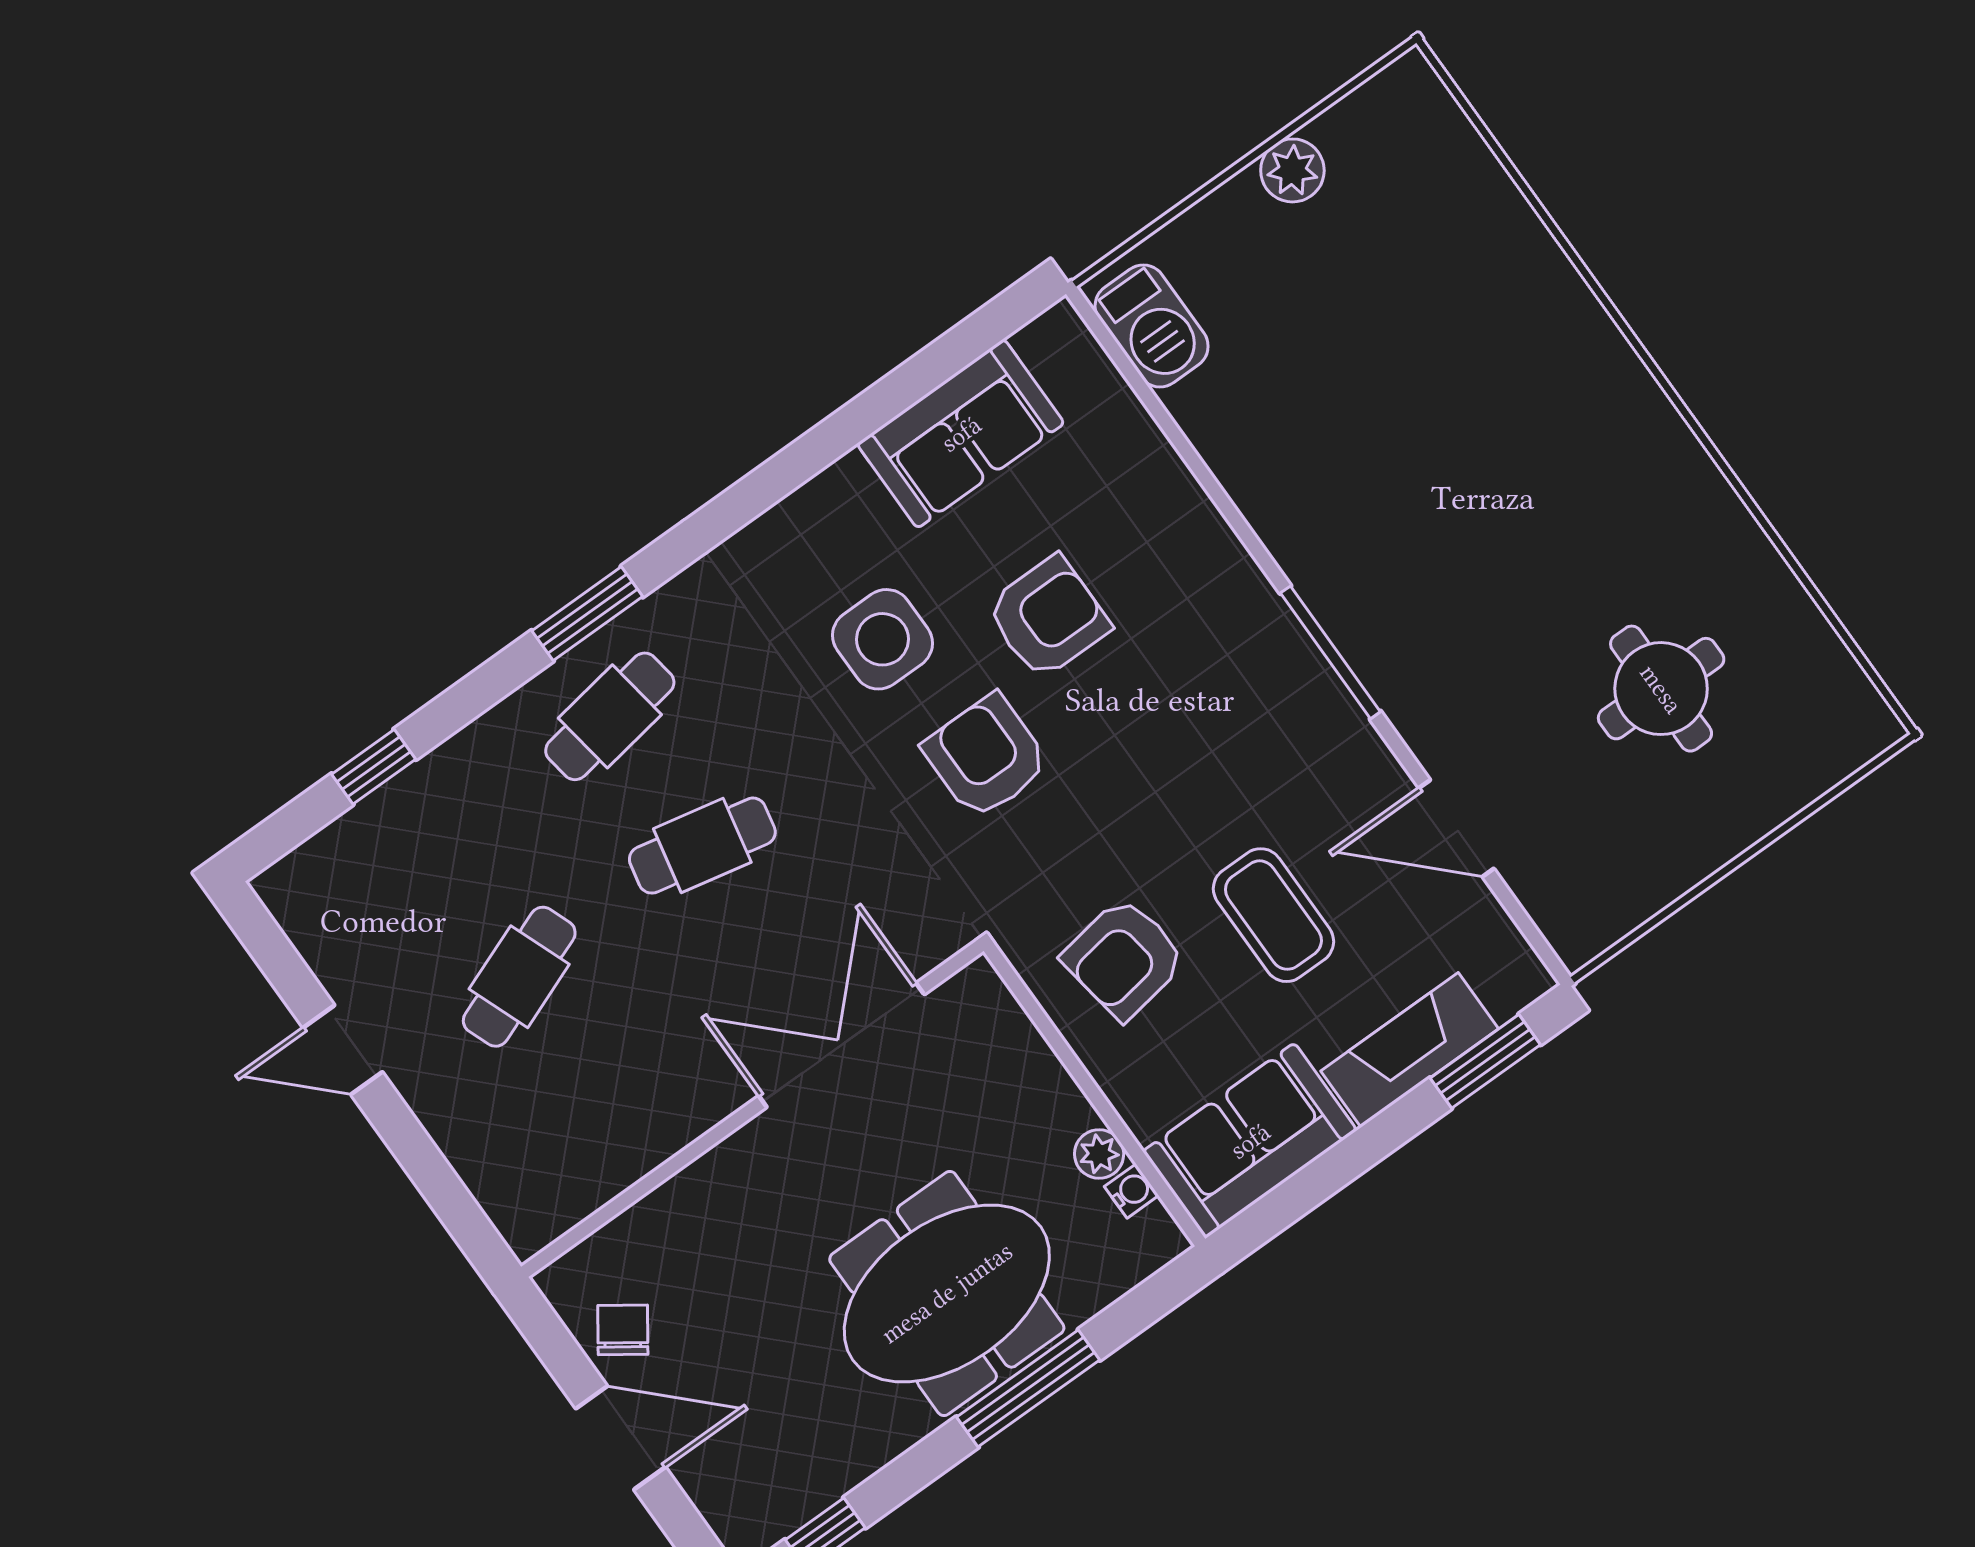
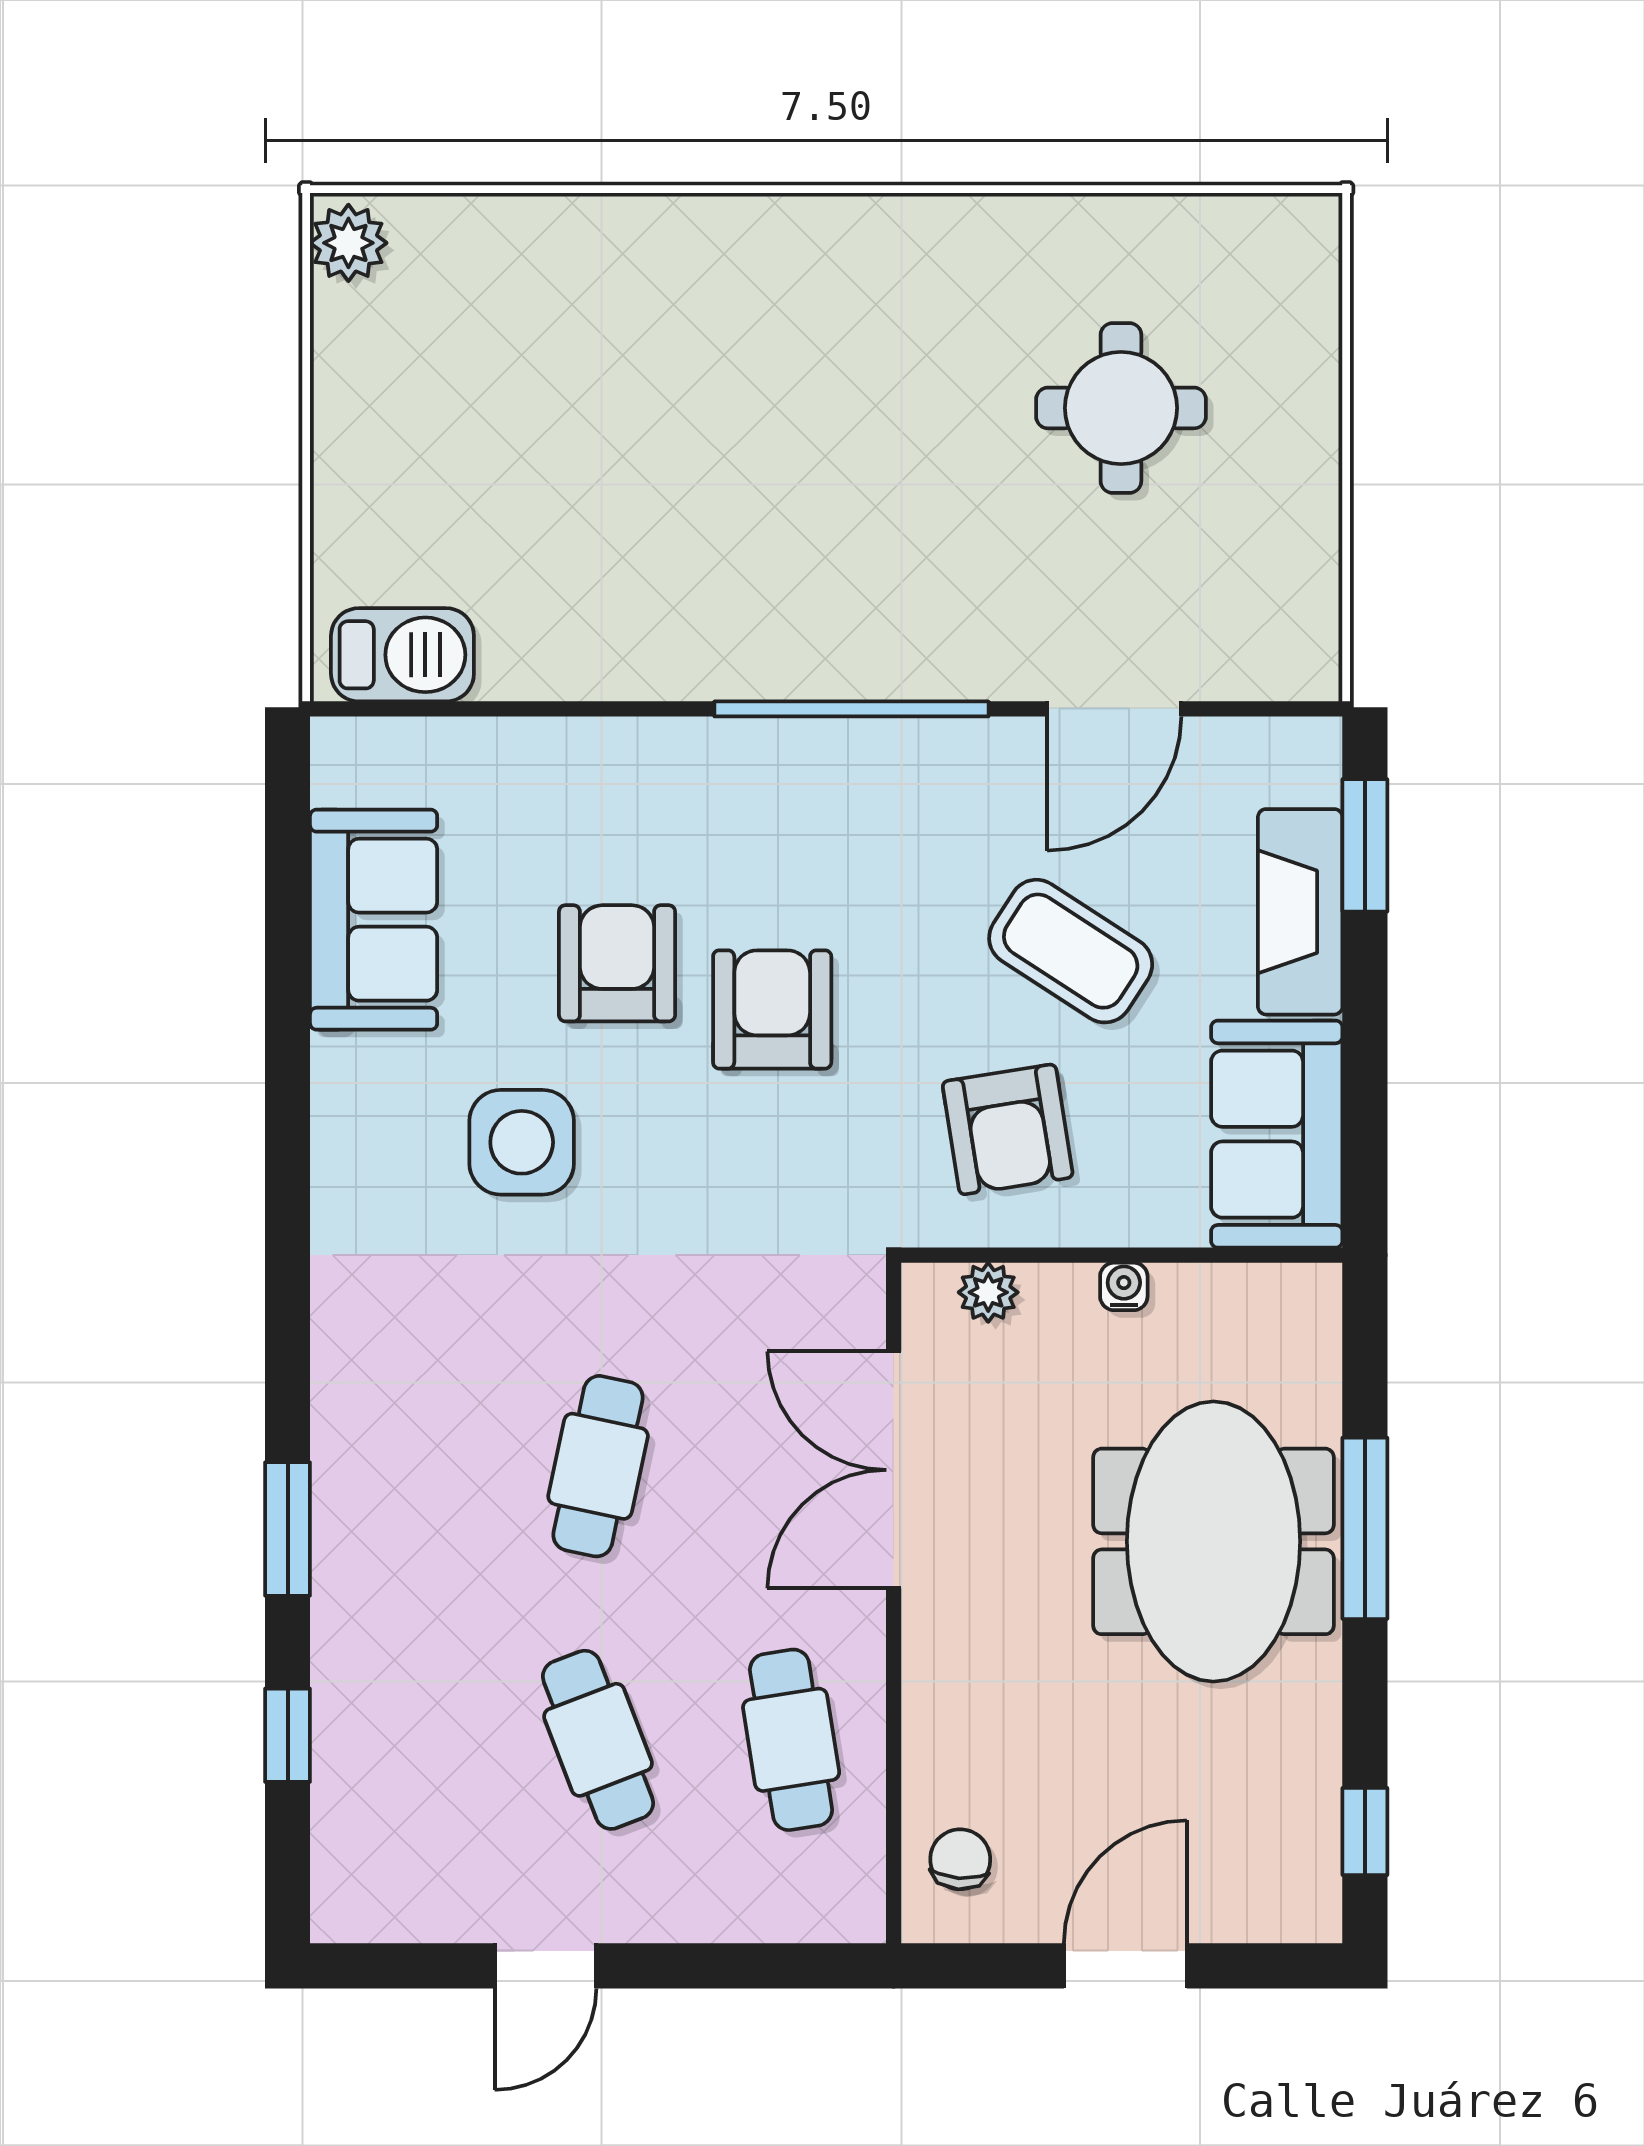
plant: (1292, 170) -> (348, 243), moved
window: (587, 614) -> (288, 1529), moved
window: (1330, 652) -> (851, 709), width x1.46
cafe table: (610, 716) -> (791, 1740), moved
armchair: (986, 756) -> (772, 1009), moved, turned 90
coffee table: (1273, 915) -> (1071, 951), turned 33
plant: (1099, 1154) -> (988, 1292), moved
water cooler: (1132, 1191) -> (1124, 1286), moved
chair: (623, 1330) -> (960, 1859), moved, turned 59

